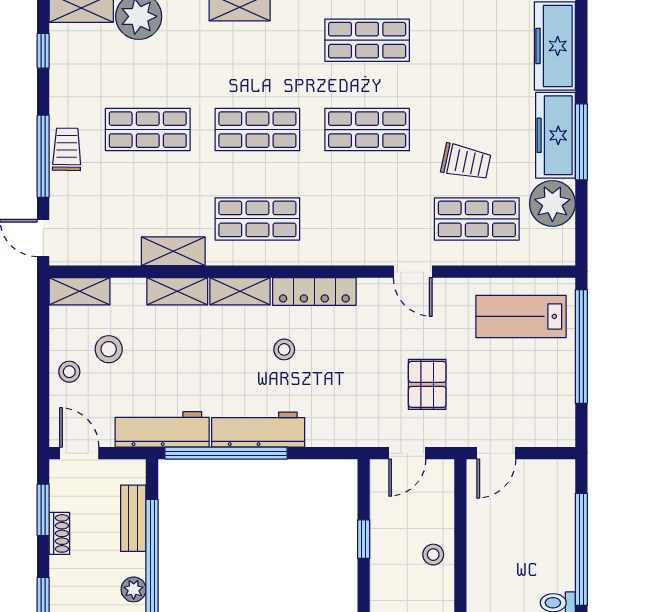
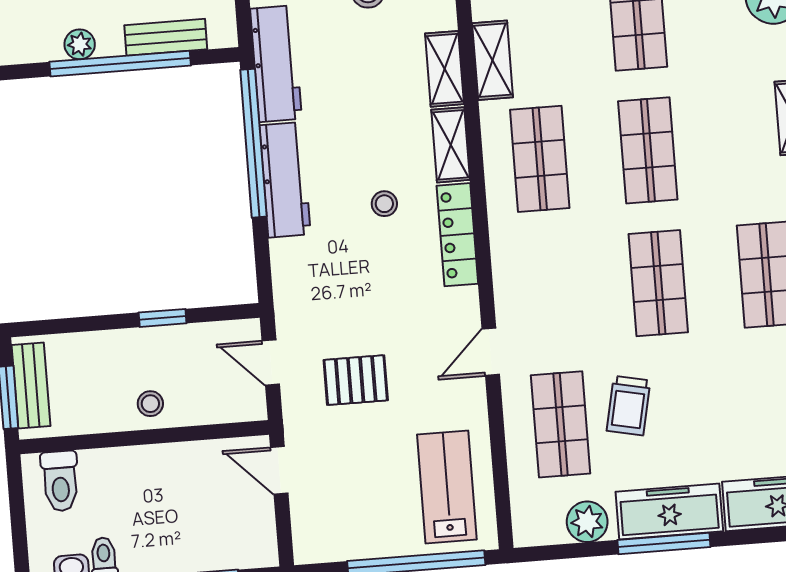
plant: (552, 203) -> (587, 522), width x0.73, depth x0.73

